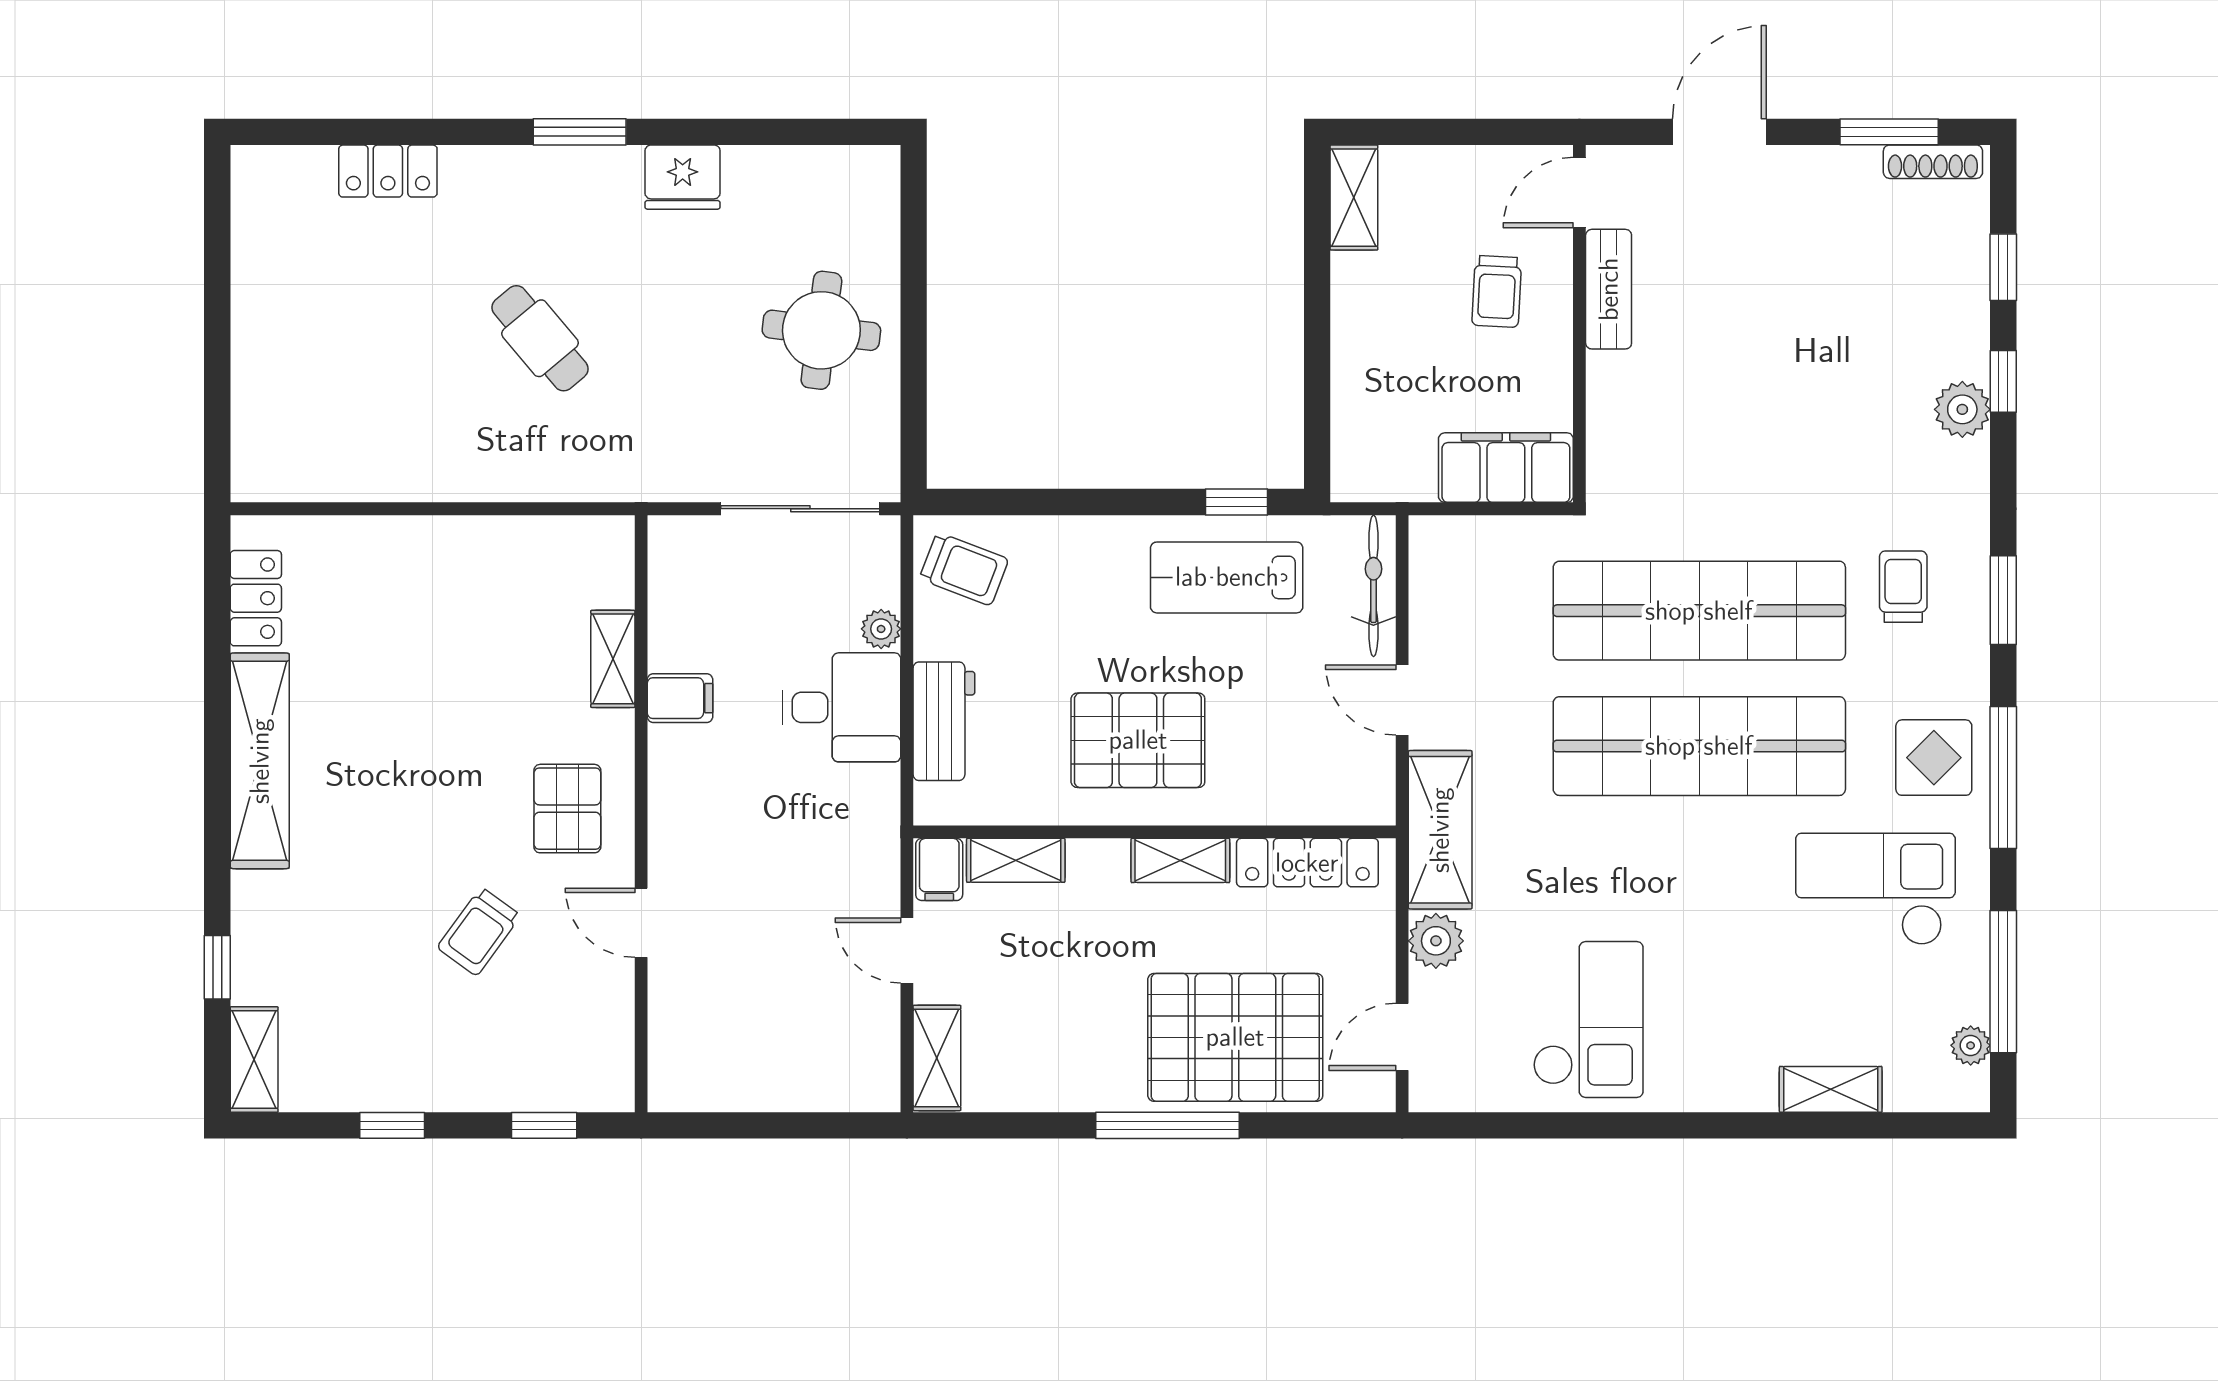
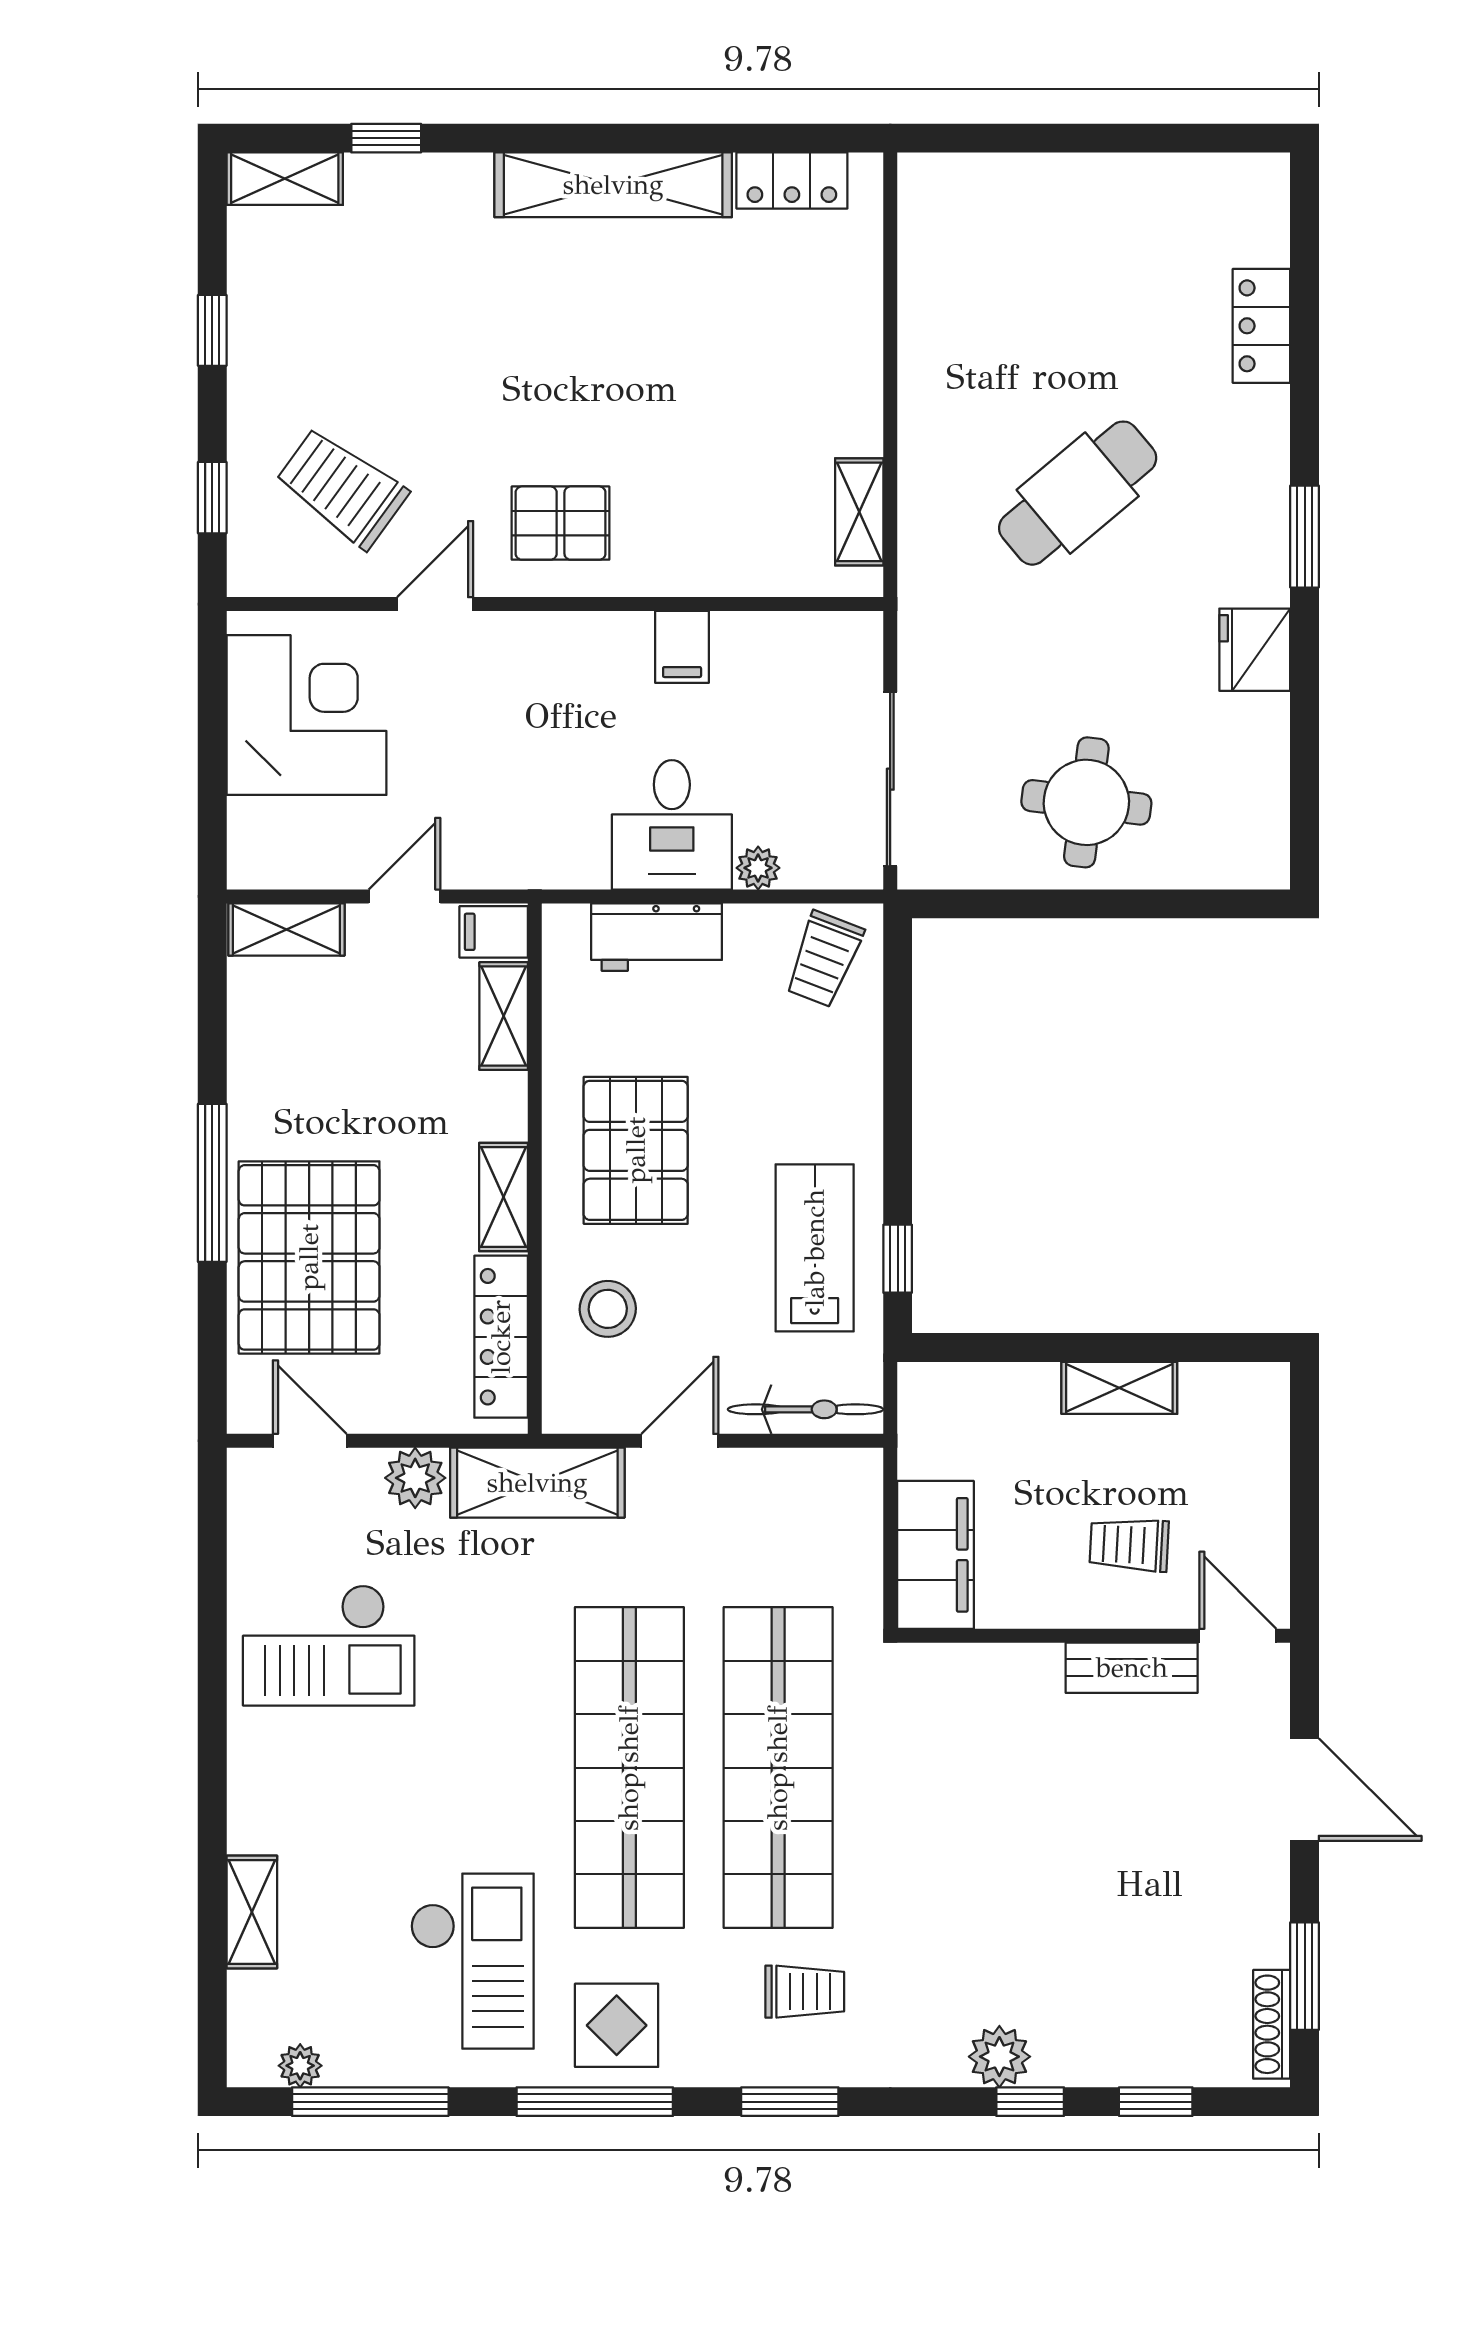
shelving: (1354, 198) -> (1119, 1388), moved
cafe table: (540, 338) -> (1078, 493), width x1.37, depth x1.35
shelving: (613, 659) -> (859, 512), moved, turned 90
stool: (1282, 766) -> (608, 1309), added
trolley: (479, 932) -> (342, 488), moved, width x1.36, depth x1.39
corner desk: (742, 1040) -> (307, 715), added

